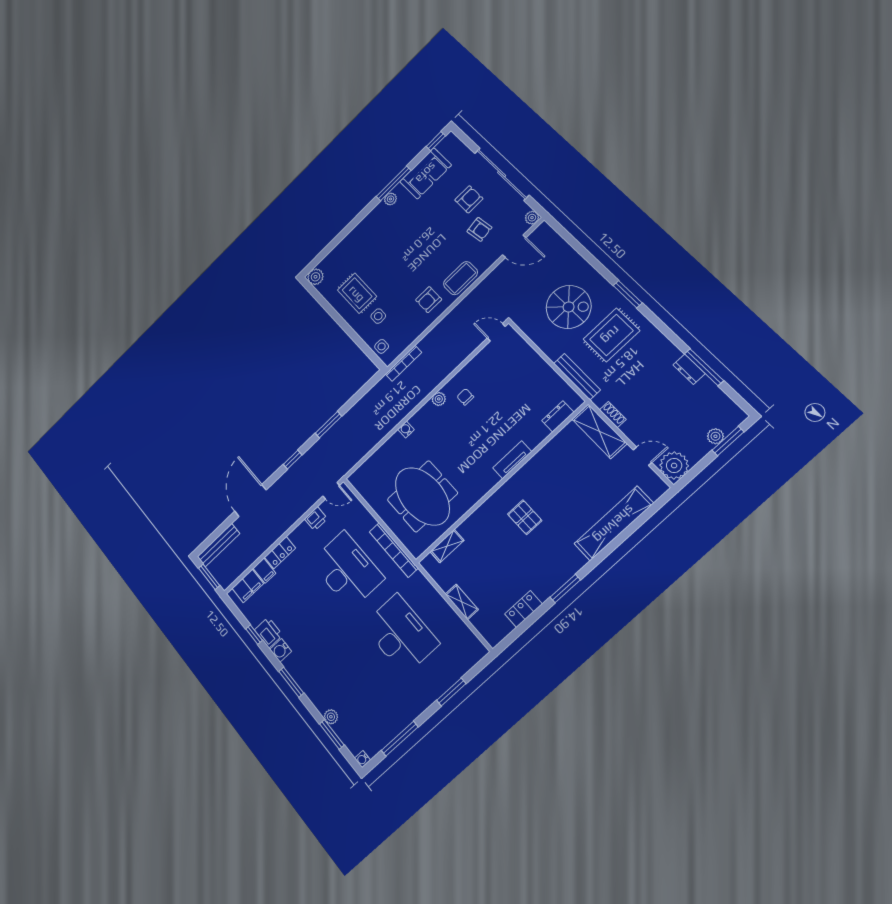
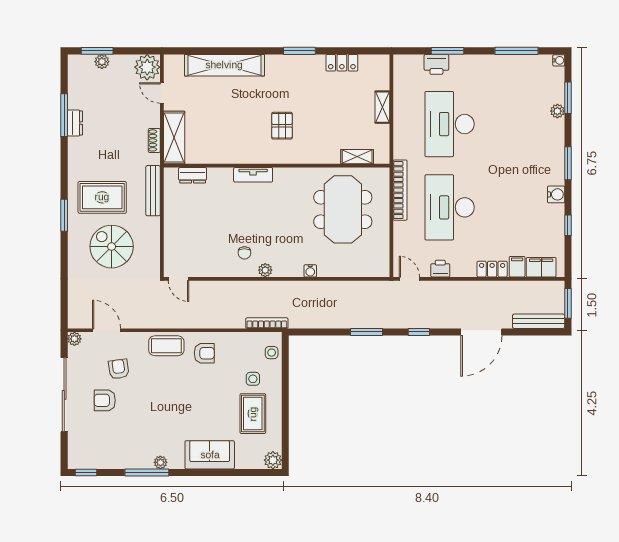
sofa: (426, 173) -> (210, 455), moved
printer: (268, 632) -> (436, 64), moved, turned -90

